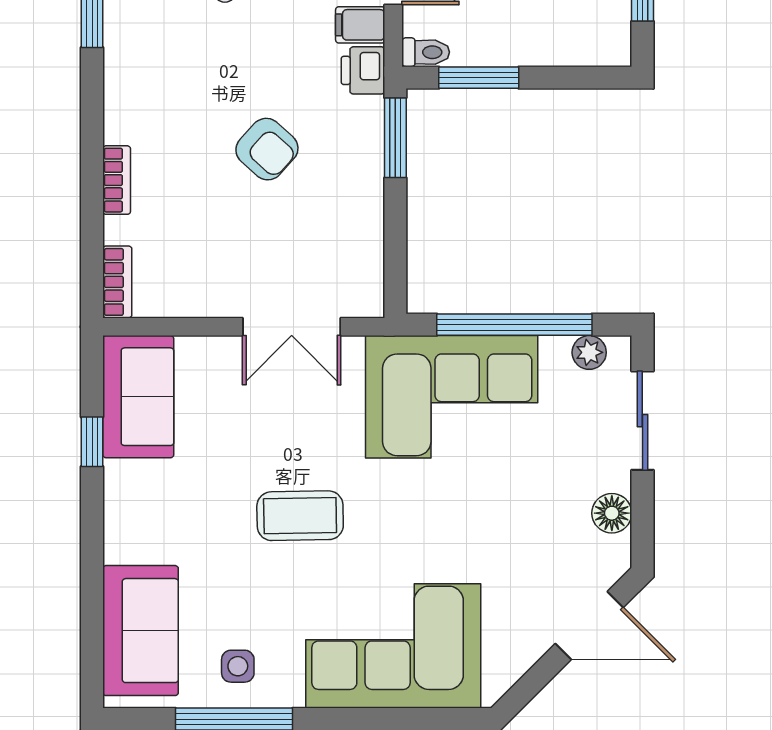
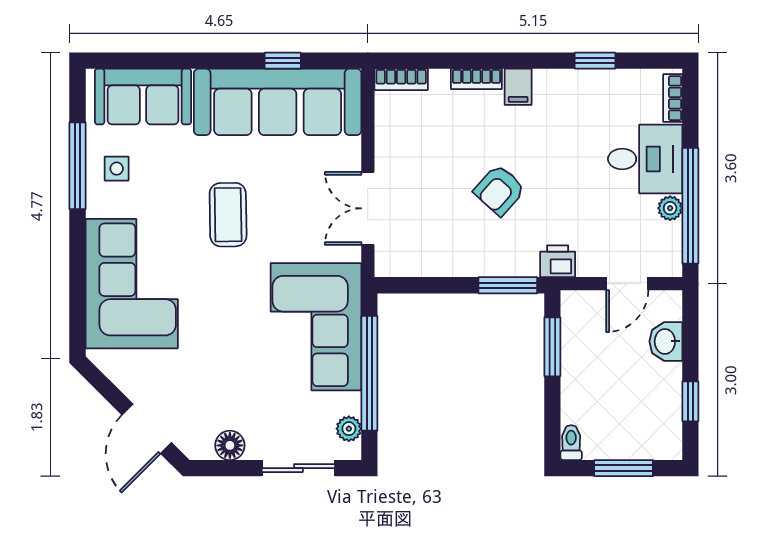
filing cabinet: (360, 25) -> (518, 87), moved, turned 180
toilet: (426, 52) -> (571, 443), moved, turned 180
sofa: (138, 397) -> (278, 102), width x1.85, depth x1.27

